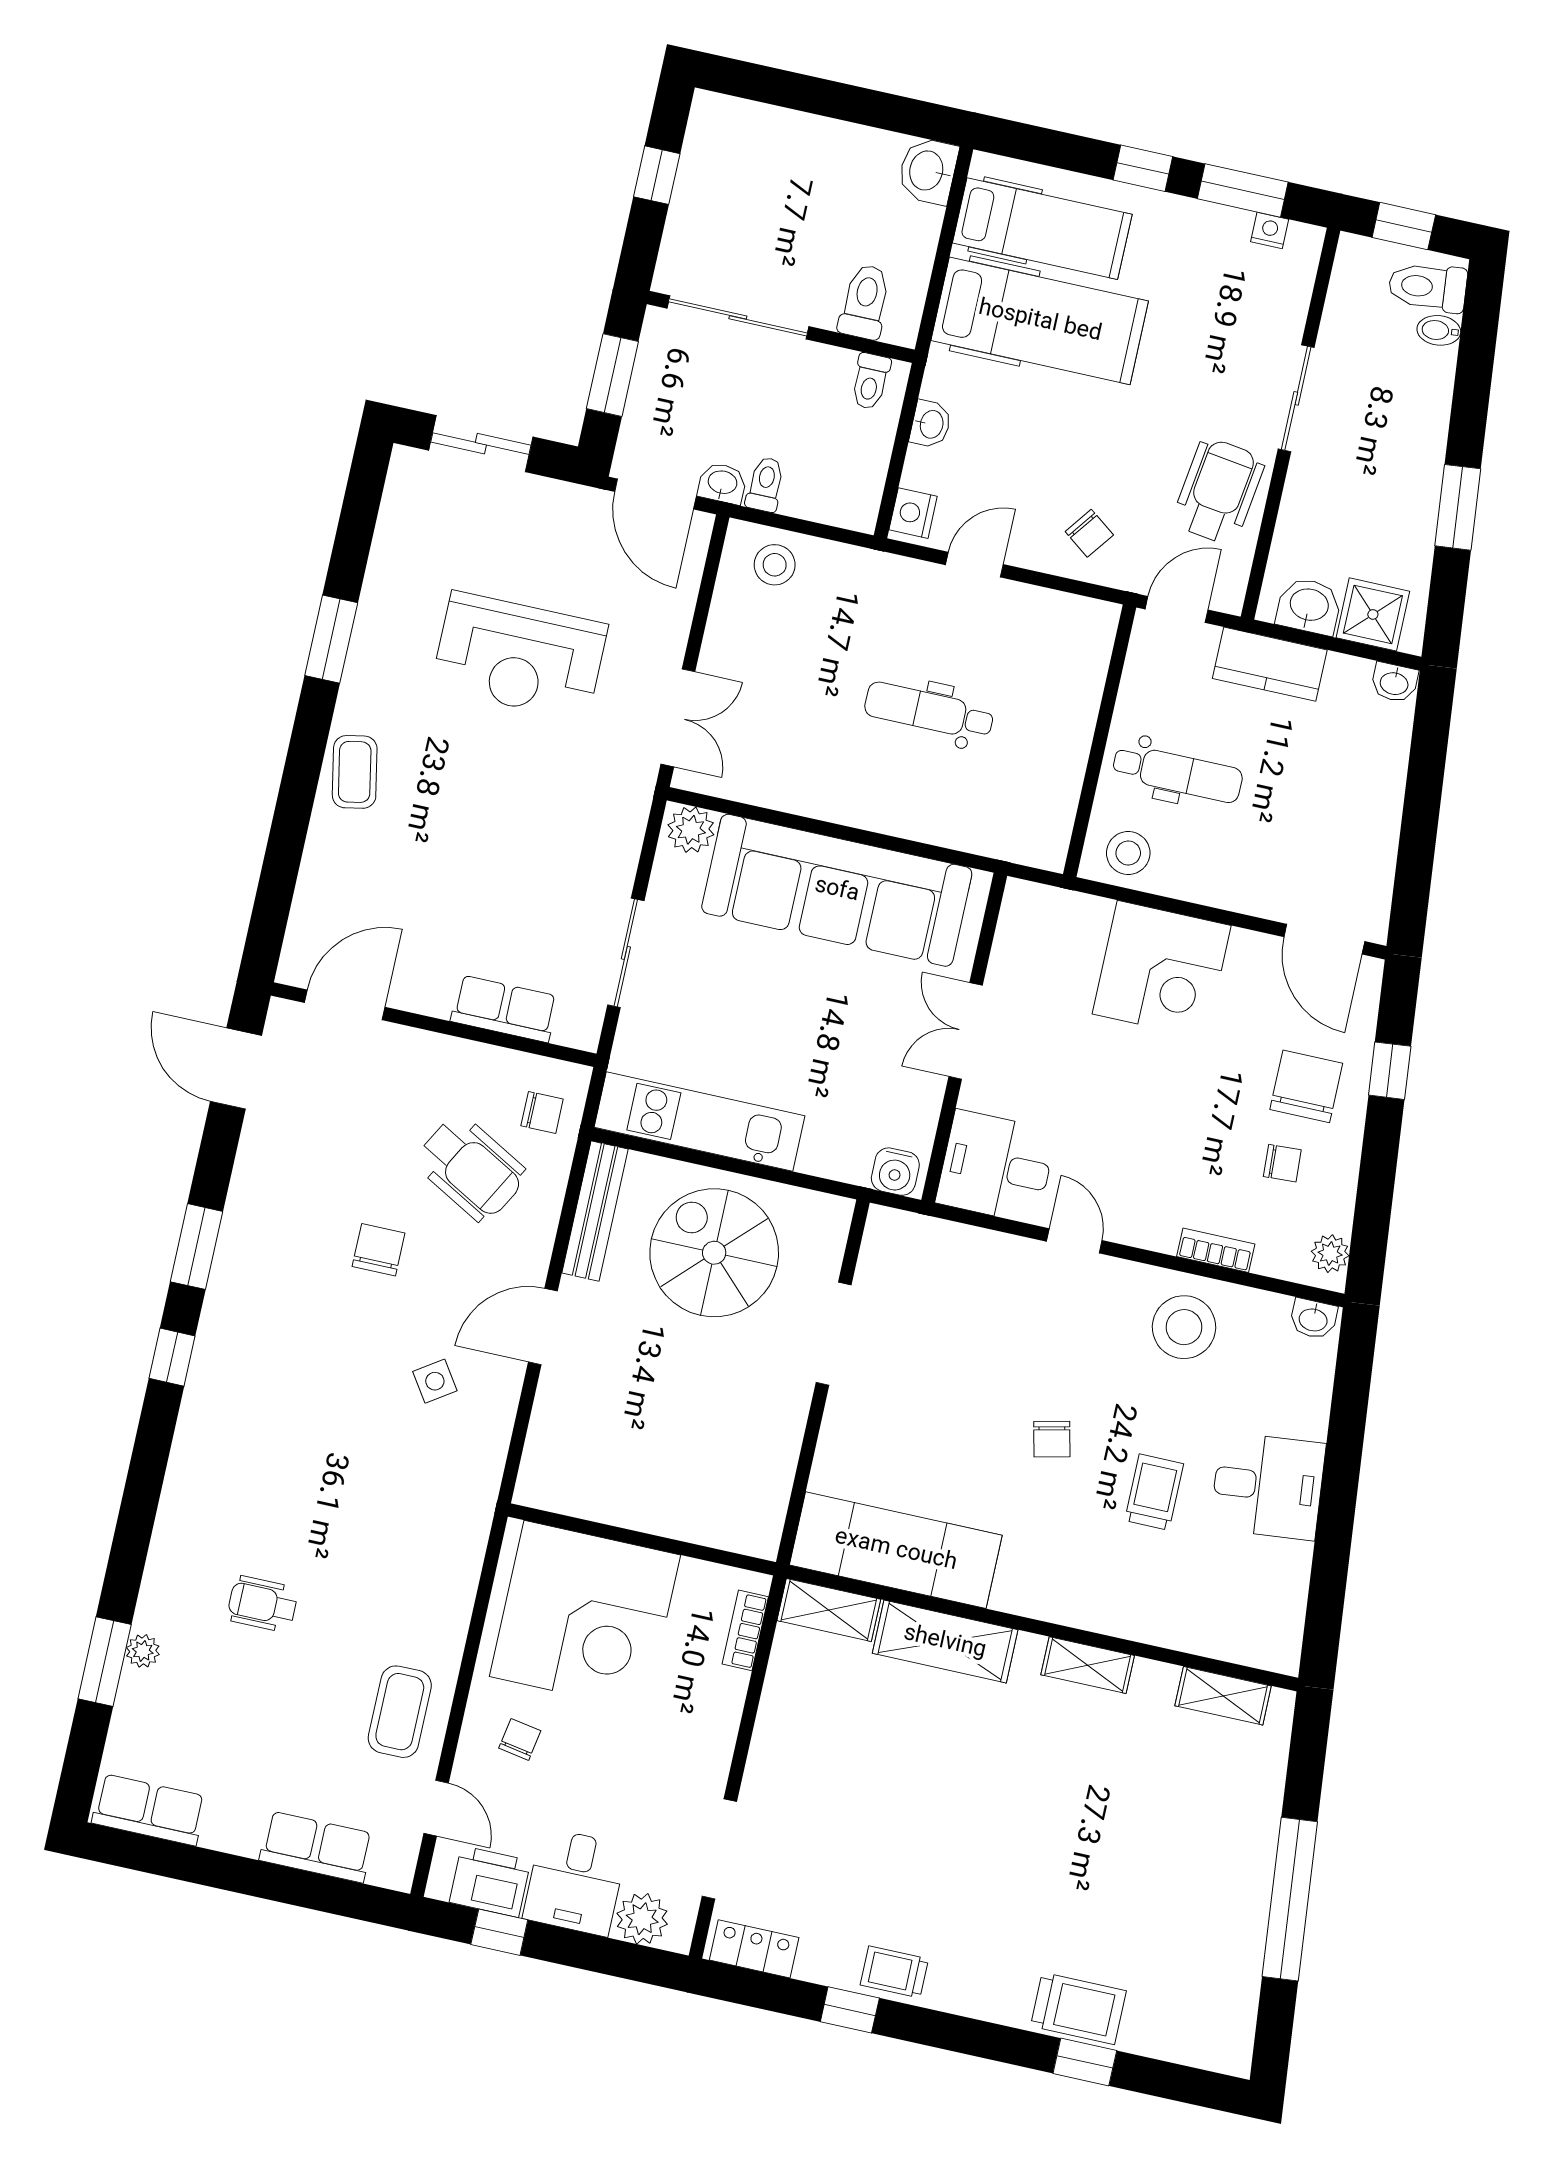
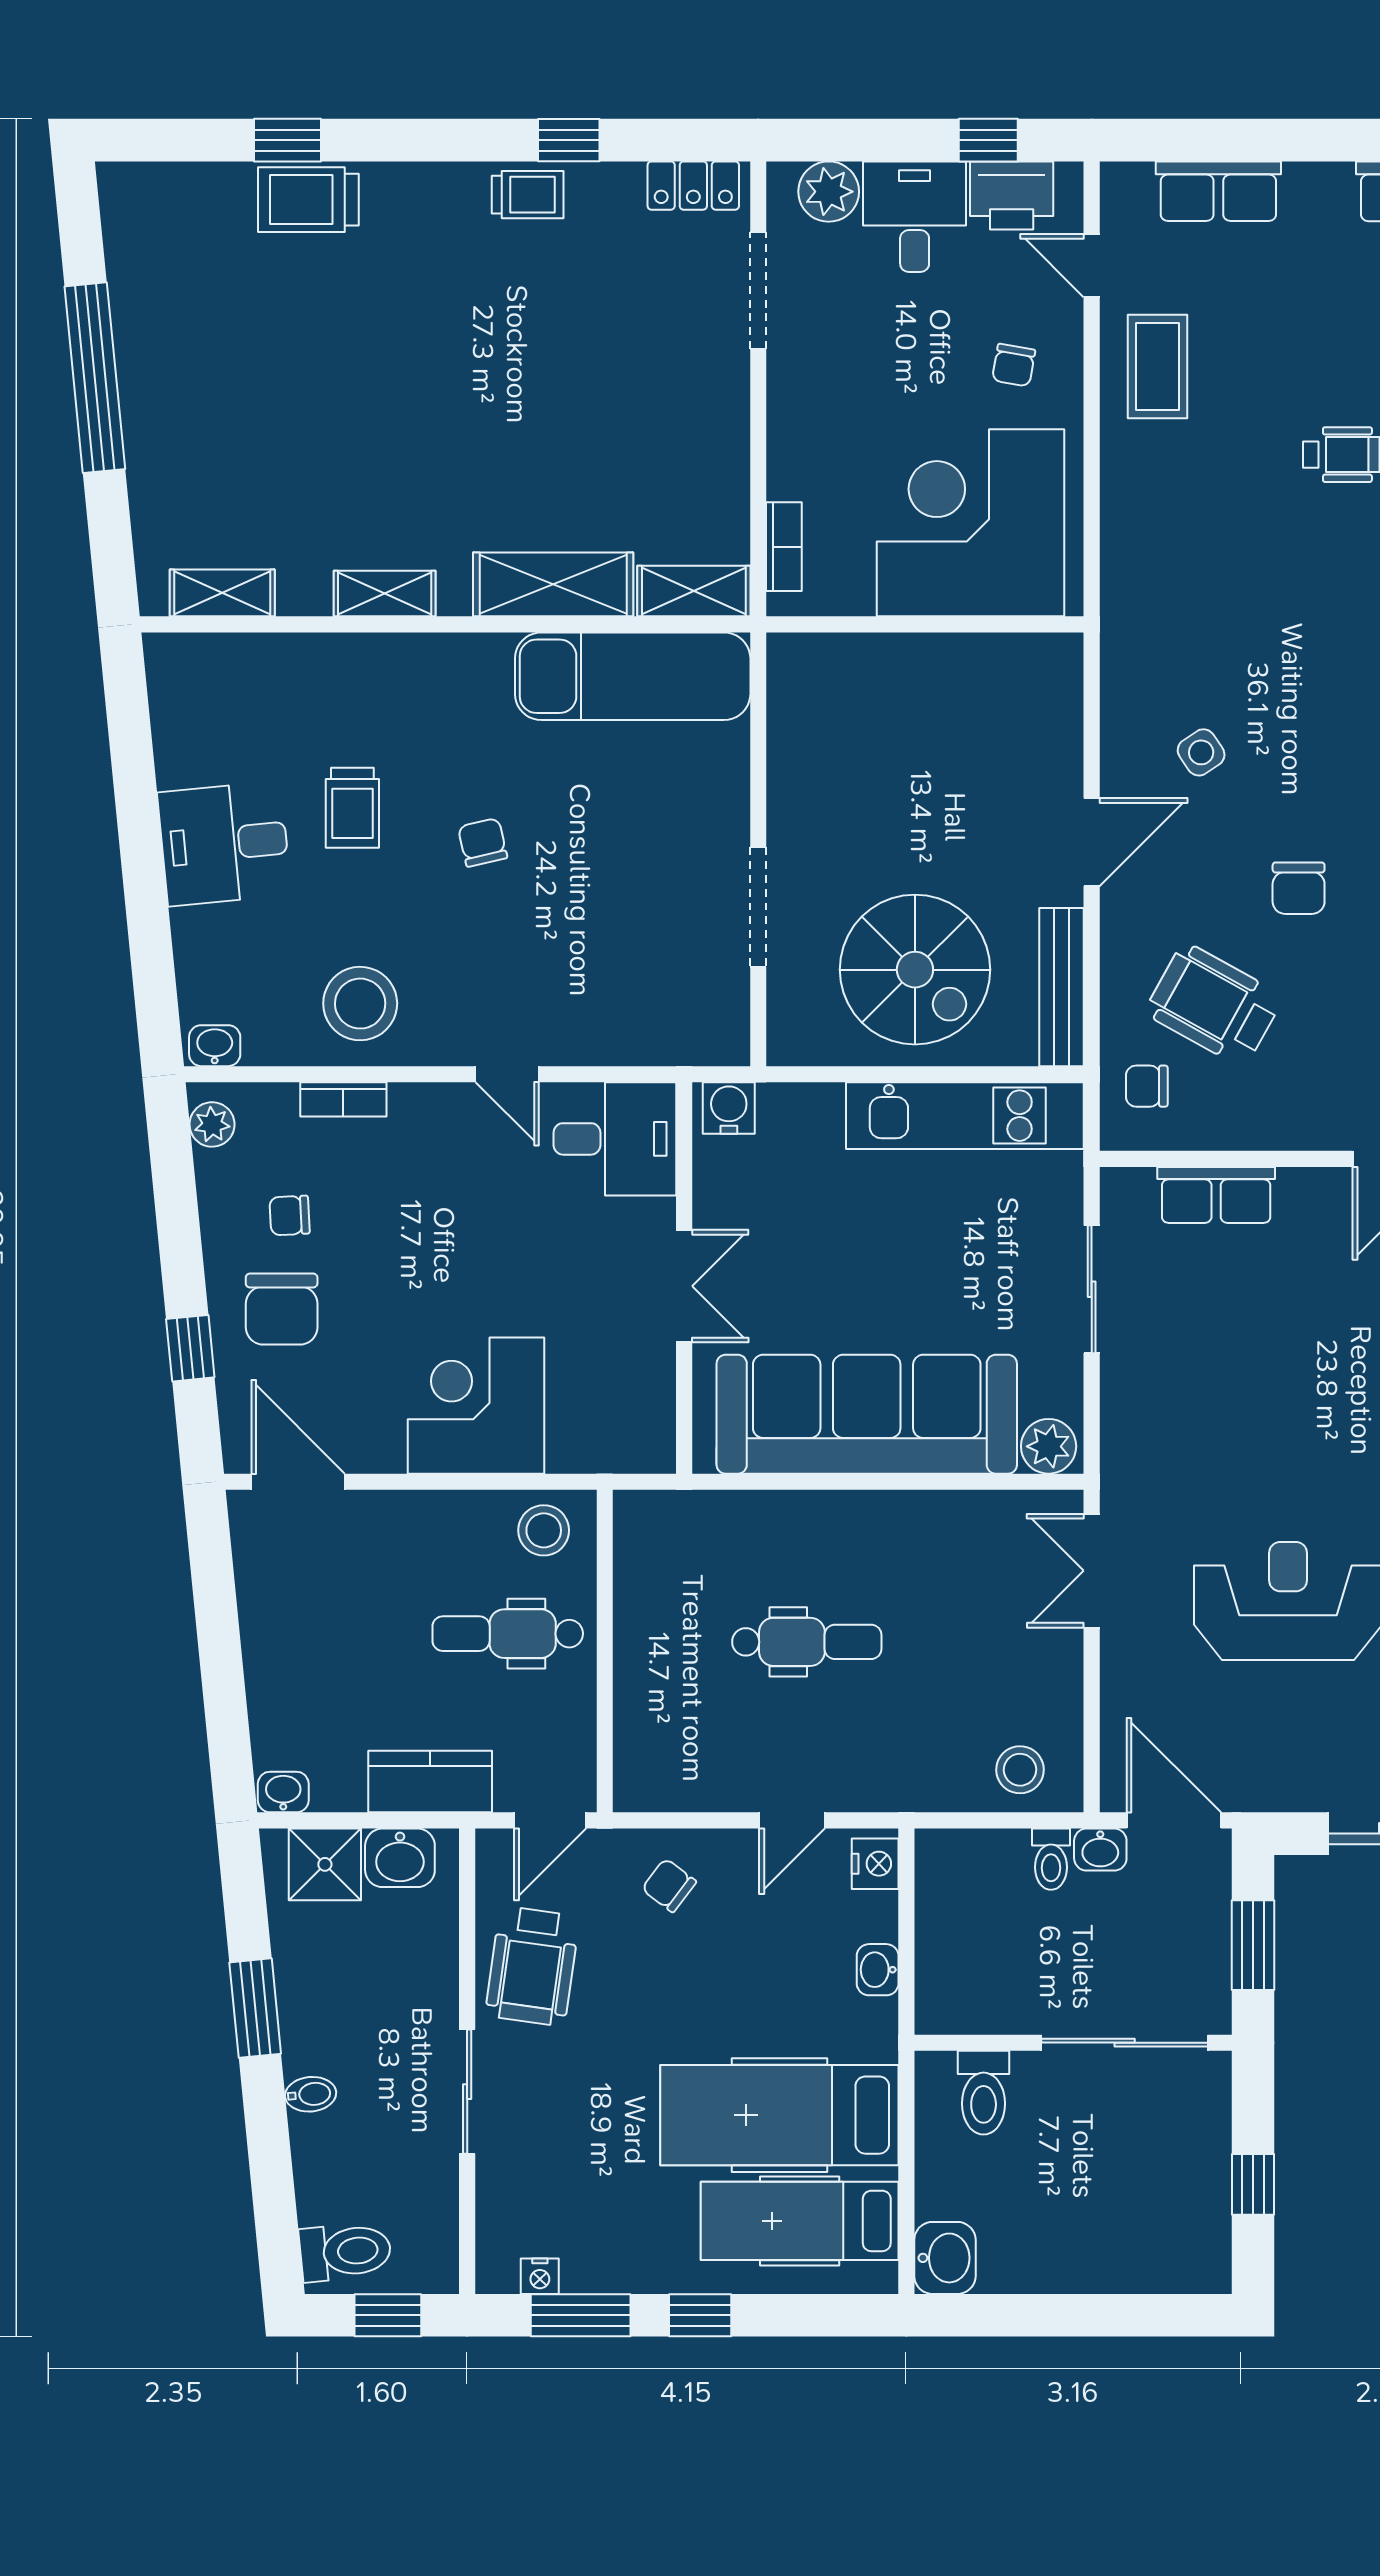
bidet: (1439, 330) -> (311, 2094), moved
toilet: (870, 381) -> (957, 2003), removed

